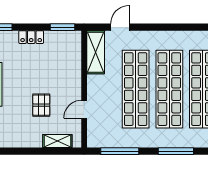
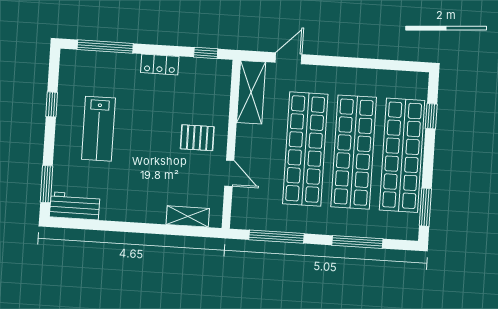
window: (62, 27) -> (206, 53), width x0.67
pallet: (41, 105) -> (197, 138), moved, turned 90
door: (84, 109) -> (229, 173), swing flipped

